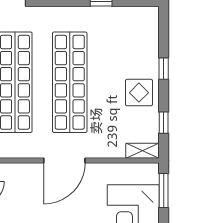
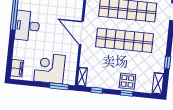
shelving: (140, 15) -> (158, 83), added
display table: (139, 93) -> (127, 81), moved

